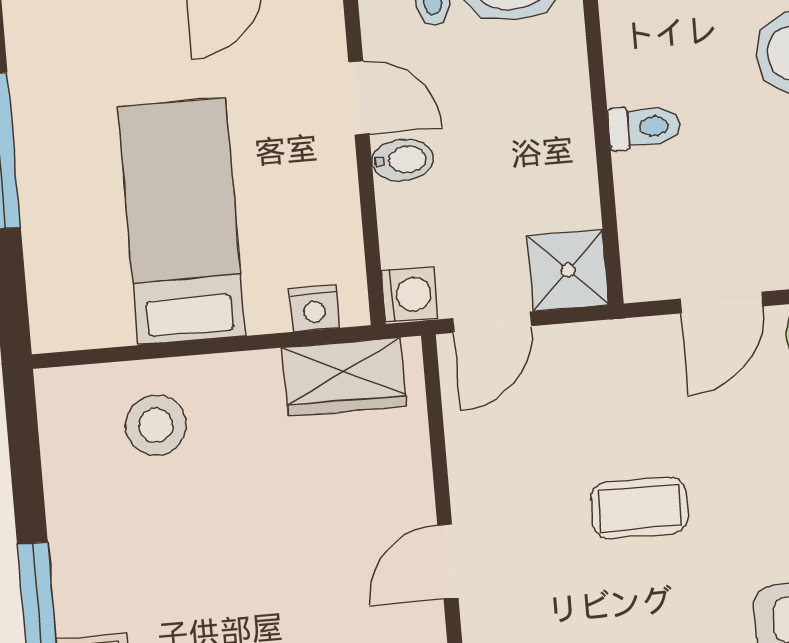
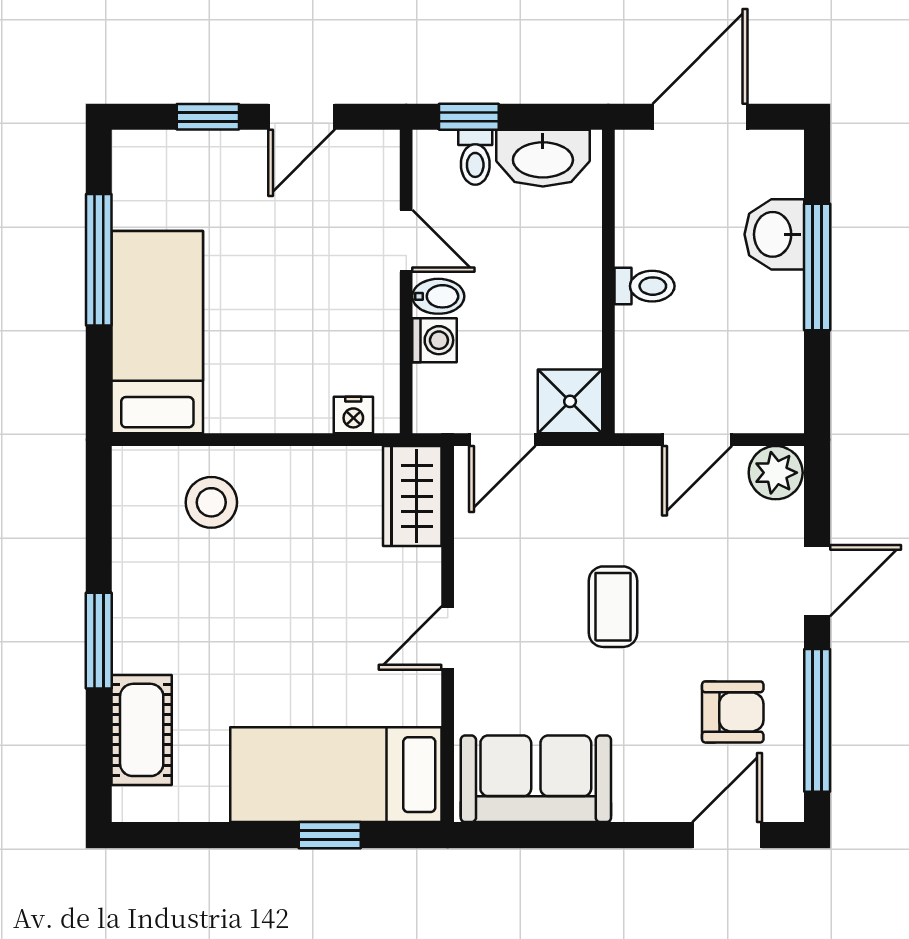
bed: (182, 221) -> (157, 332), moved
washing machine: (409, 295) -> (435, 340), moved
wardrobe: (344, 377) -> (412, 496), moved, turned 90
coffee table: (639, 508) -> (613, 607), turned 90

